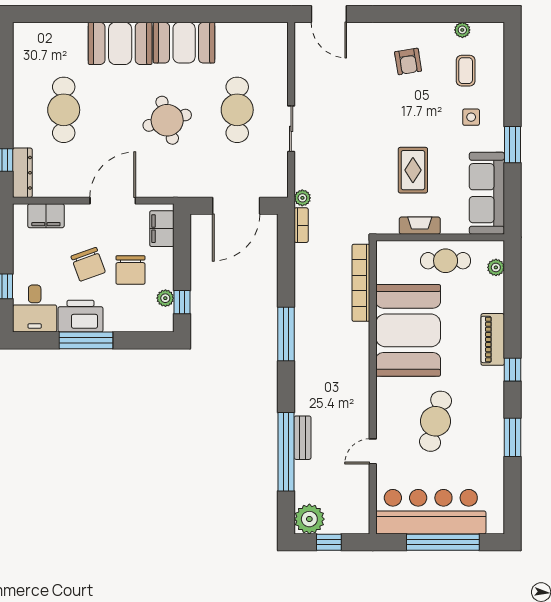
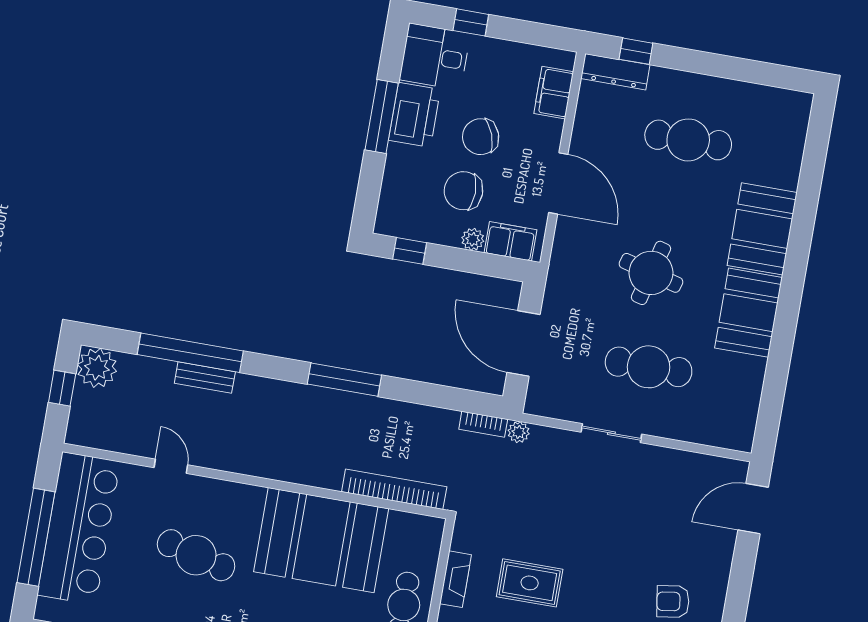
round table: (167, 120) -> (651, 273), turned 31
plant: (165, 298) -> (473, 239), moved

